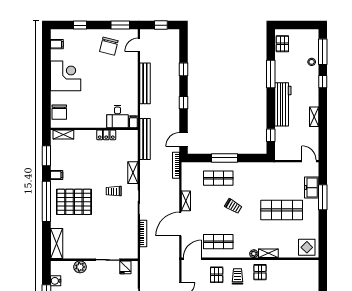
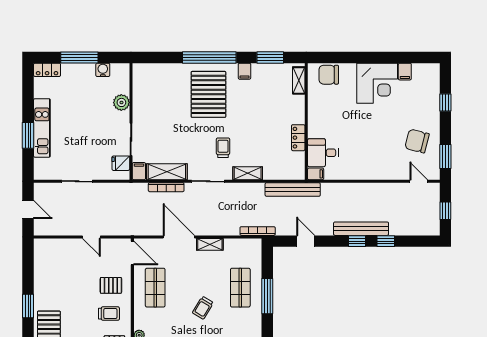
filing cabinet: (57, 44) -> (405, 72), moved
bench: (145, 83) -> (361, 229), moved
window: (183, 103) -> (357, 241), moved
door: (183, 140) -> (306, 241), moved
shelving: (57, 244) -> (167, 172), moved
filing cabinet: (131, 254) -> (139, 171), added

